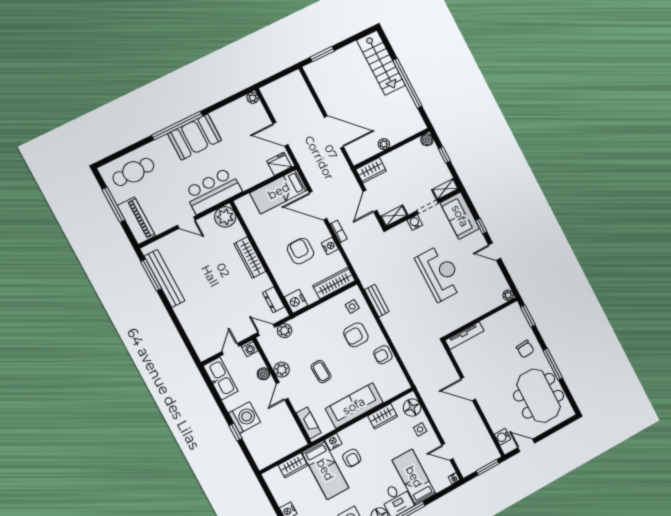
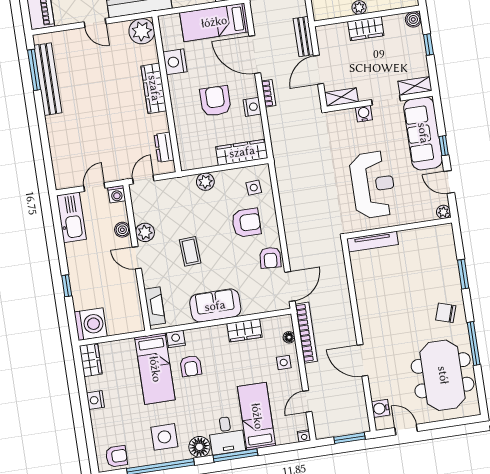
wardrobe: (371, 170) -> (366, 29), moved
sofa: (460, 216) -> (423, 133), width x1.36
plant: (508, 295) -> (443, 212), moved
nightstand: (296, 301) -> (175, 62), moved
bench: (377, 301) -> (303, 37), moved
wall: (480, 319) -> (399, 228), moved
door: (266, 330) -> (143, 180), hinge flipped
plant: (285, 331) -> (205, 182), moved
armchair: (356, 335) -> (246, 223), turned 180
tv unit: (465, 336) -> (373, 242), moved
chair: (525, 349) -> (446, 313), turned 113
armchair: (383, 355) -> (270, 258), turned -86
door: (405, 371) -> (290, 286), added
door: (468, 389) -> (363, 360), moved
door: (282, 391) -> (137, 258), hinge flipped
bookcase: (429, 401) -> (306, 333), added
sofa: (354, 406) -> (215, 306), width x0.73
floor lamp: (412, 408) -> (289, 337), width x0.53, depth x0.53
washing machine: (244, 418) -> (91, 324), moved
door: (447, 452) -> (307, 401), hinge flipped
wardrobe: (293, 465) -> (91, 360), moved, turned -90

